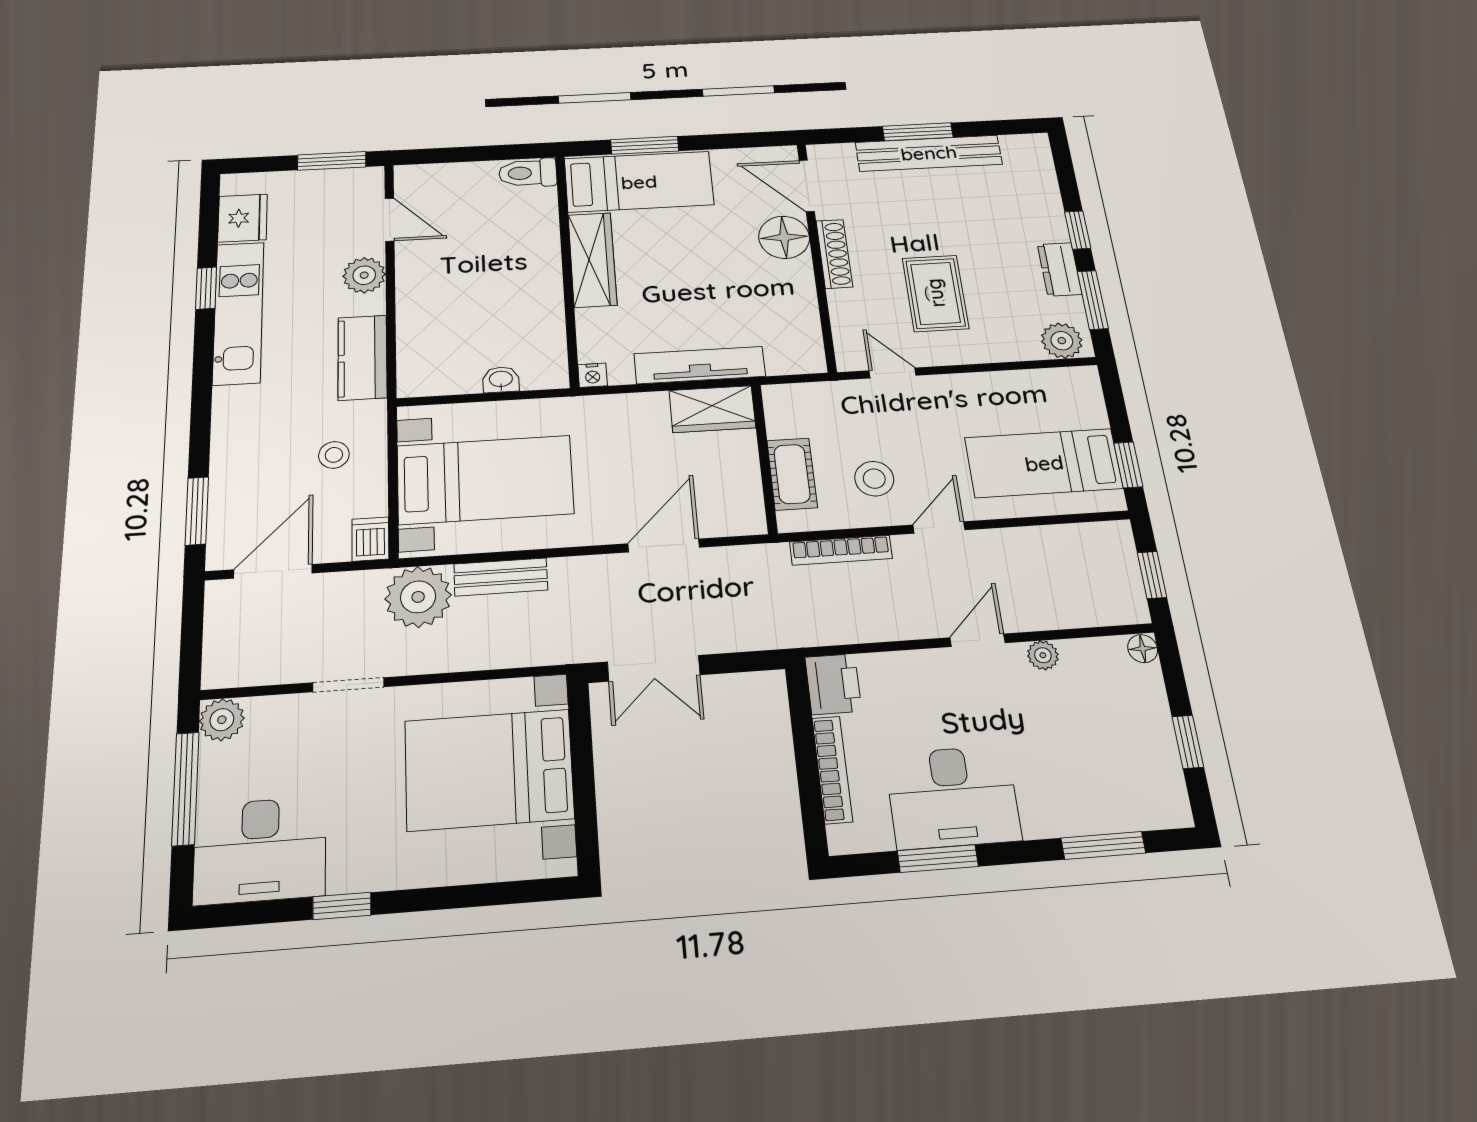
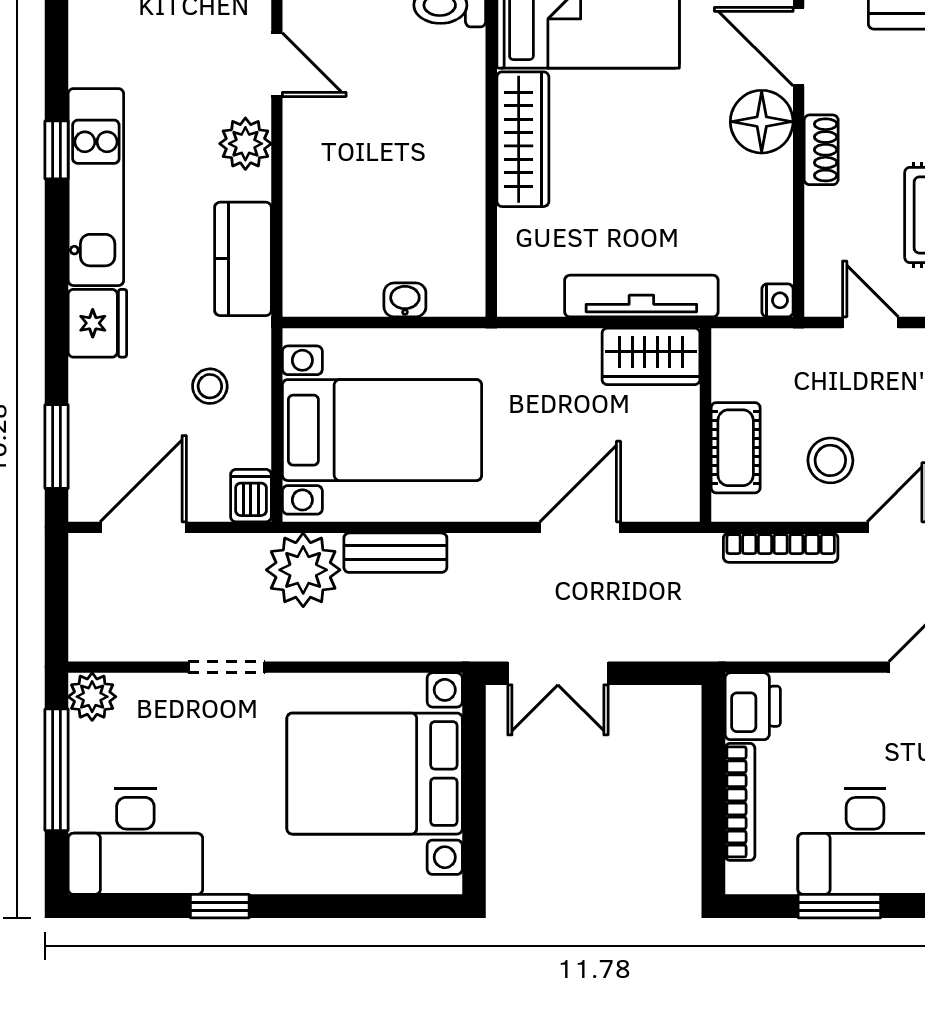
fridge: (243, 218) -> (97, 323), moved
shoe rack: (834, 254) -> (821, 150), width x0.70
nightstand: (593, 375) -> (777, 300), moved, turned -90

